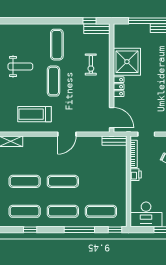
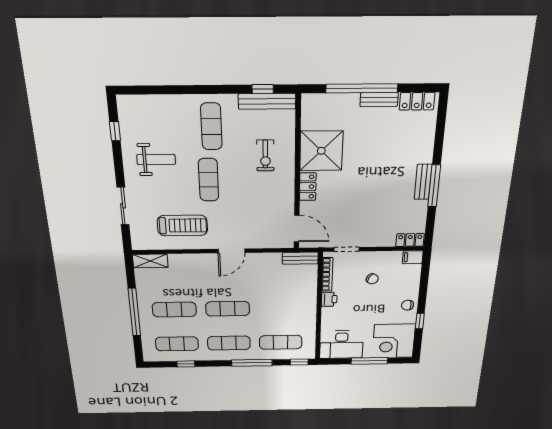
bench: (97, 29) -> (267, 101), width x1.36
treadmill: (34, 114) -> (182, 226), turned 180

